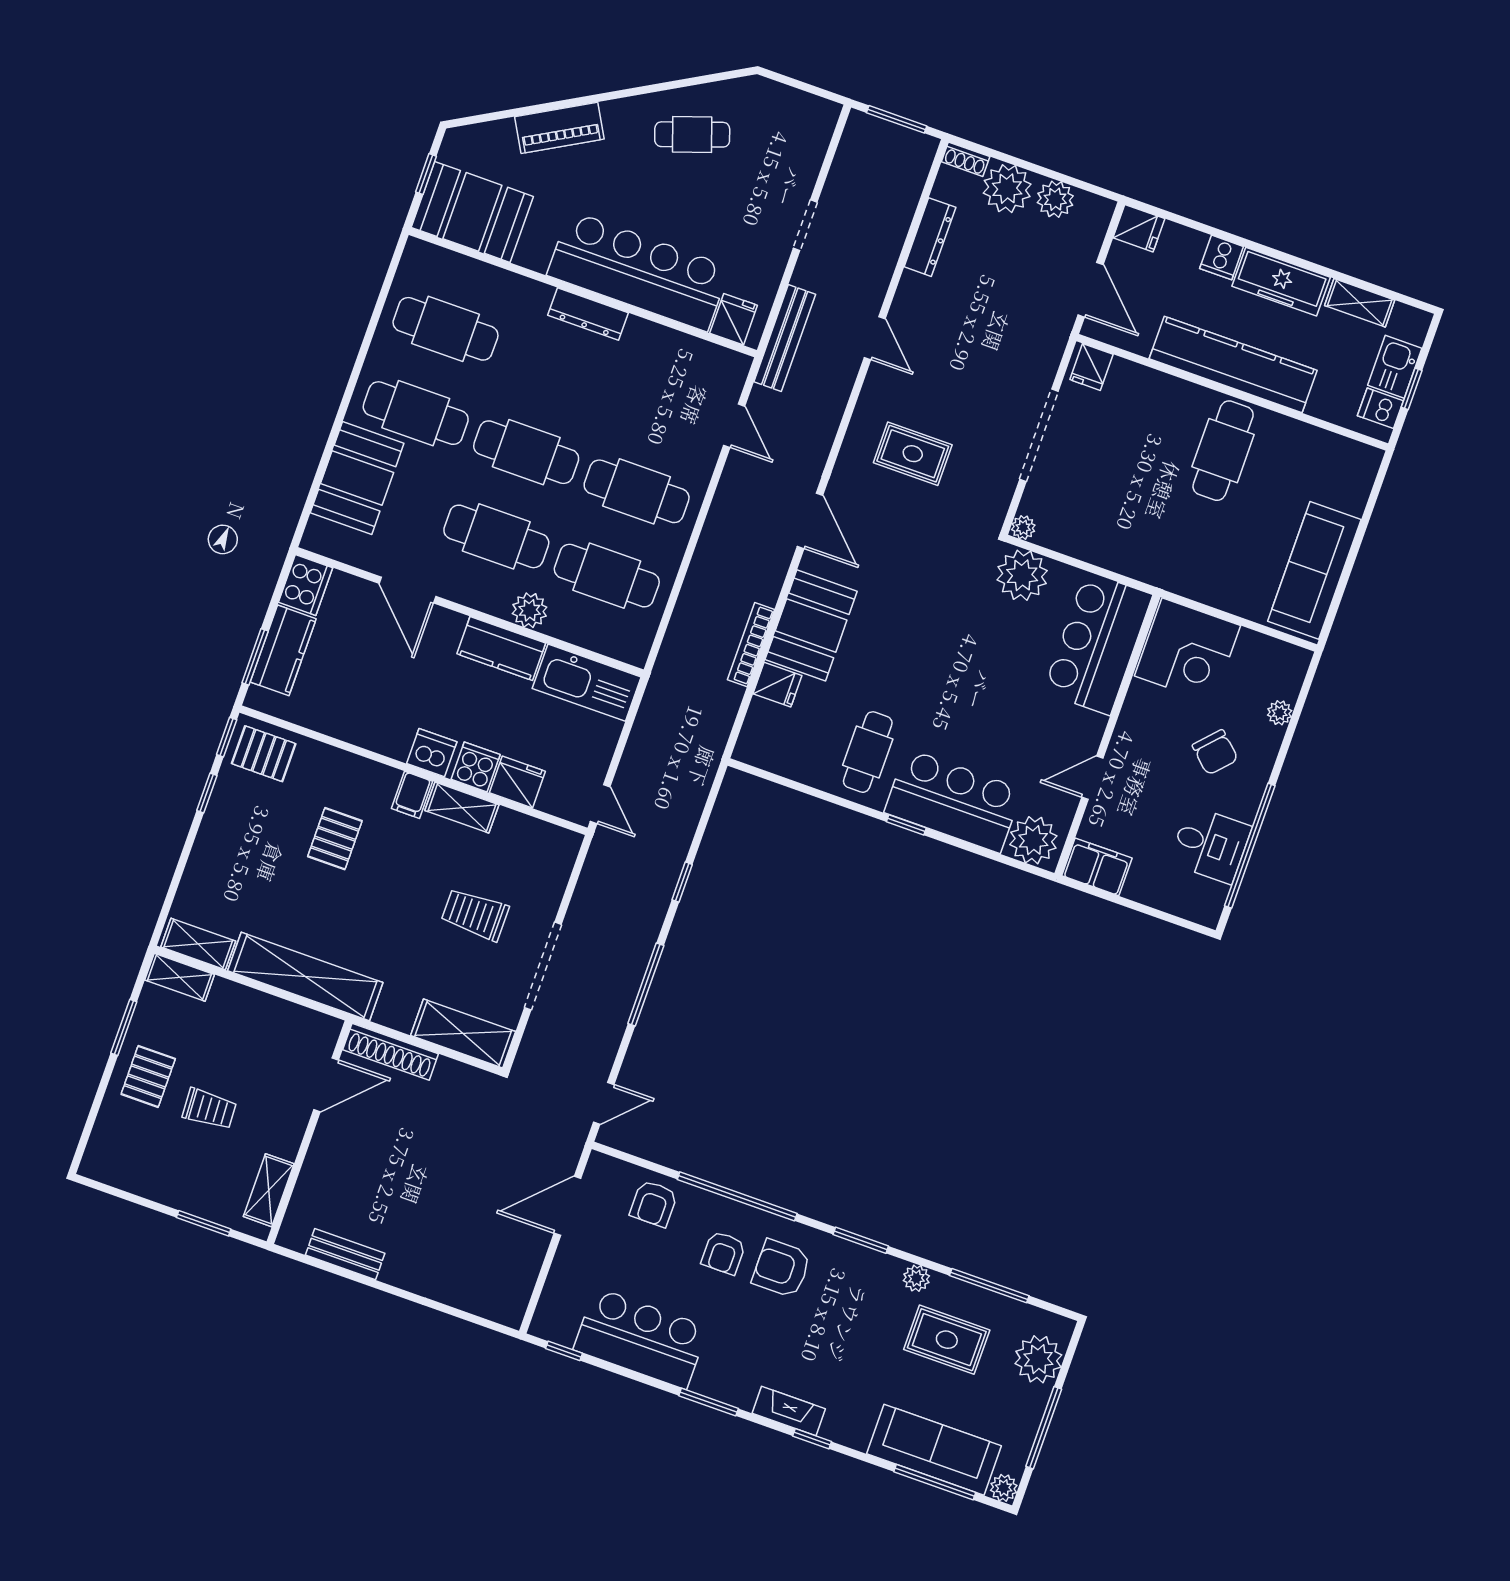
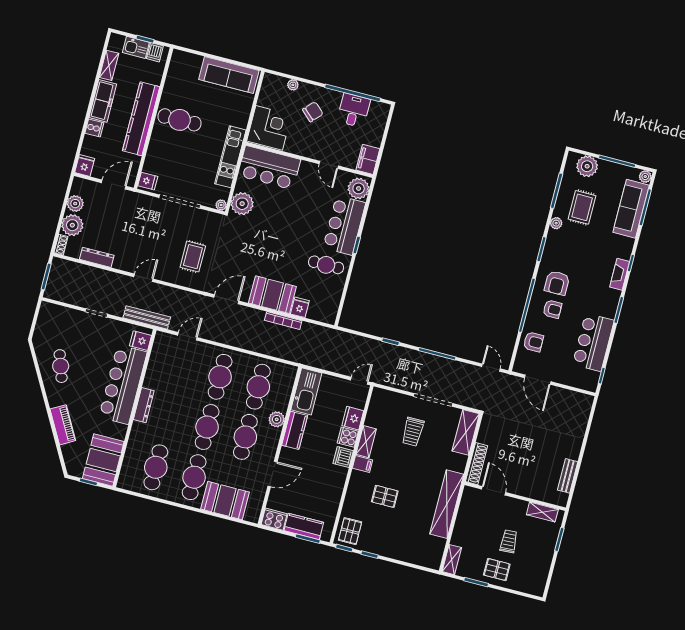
kitchen unit: (1130, 558) -> (230, 157), added
shelving: (198, 944) -> (437, 553), removed

